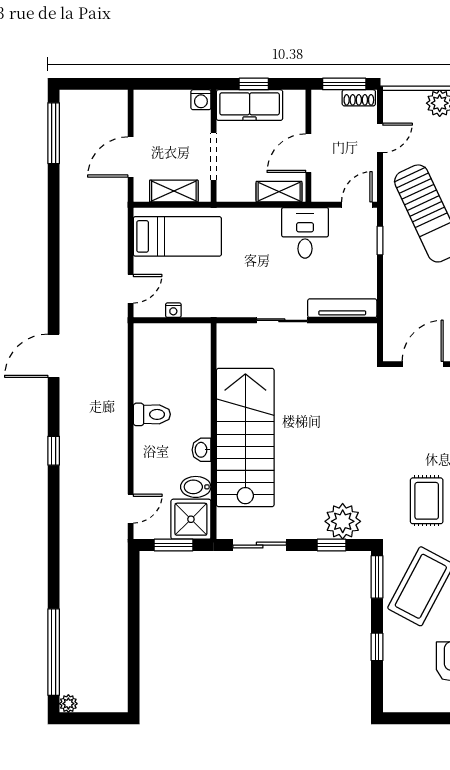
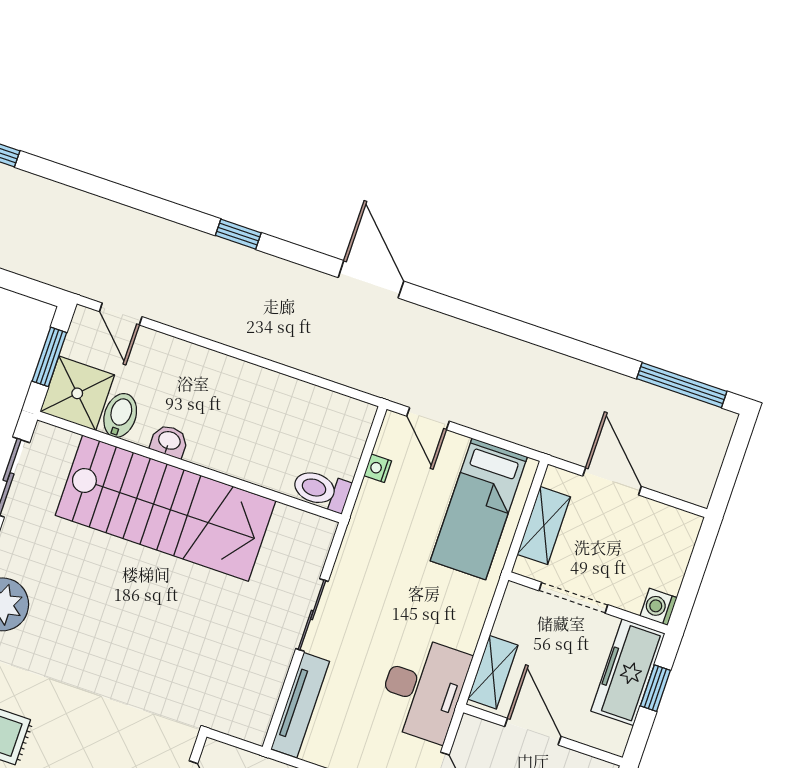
desk: (305, 233) -> (423, 689), width x1.37
toilet: (152, 414) -> (321, 490), moved, turned 90

